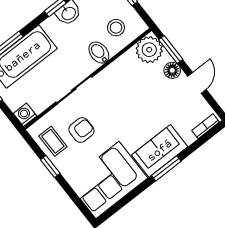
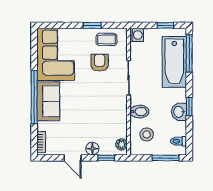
window: (171, 49) -> (106, 158), width x0.67
plant: (149, 50) -> (122, 144), width x0.53, depth x0.53
armchair: (81, 130) -> (100, 63), turned 180
window: (166, 168) -> (34, 97), width x2.11

